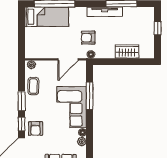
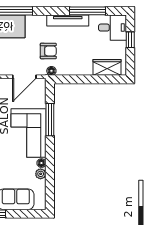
desk: (143, 18) -> (113, 28), added
armchair: (88, 38) -> (48, 51), turned 180
wardrobe: (127, 51) -> (107, 67), moved

